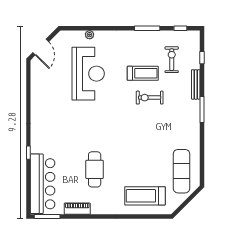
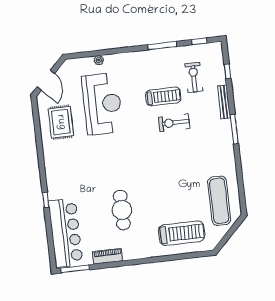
rug: (50, 86) -> (61, 122), added
treadmill: (145, 196) -> (182, 233), turned 180

